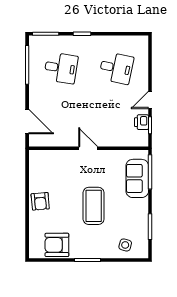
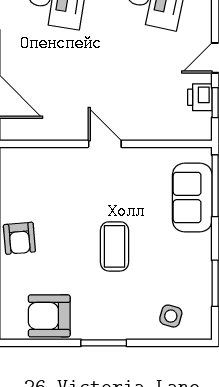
coffee table: (94, 206) -> (115, 246), width x0.73, depth x0.76

